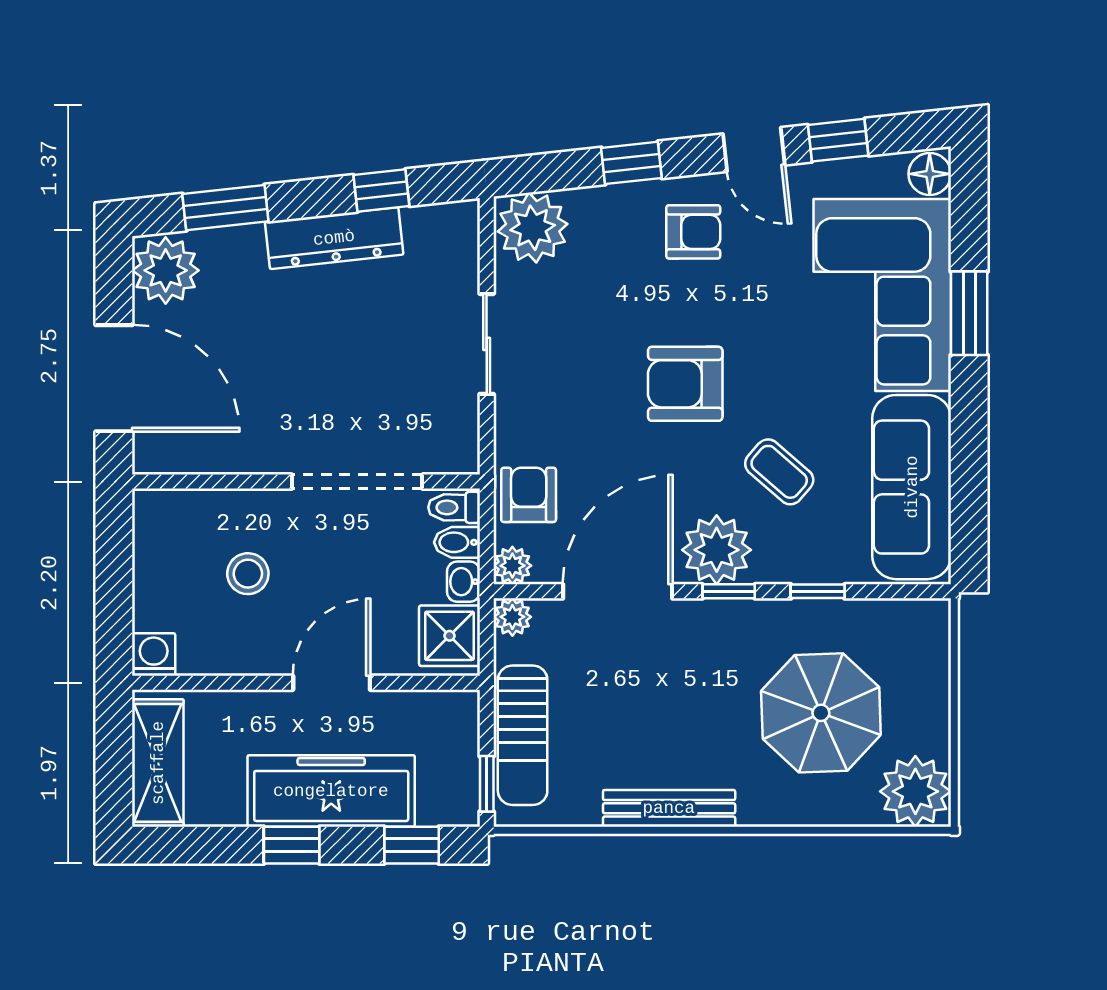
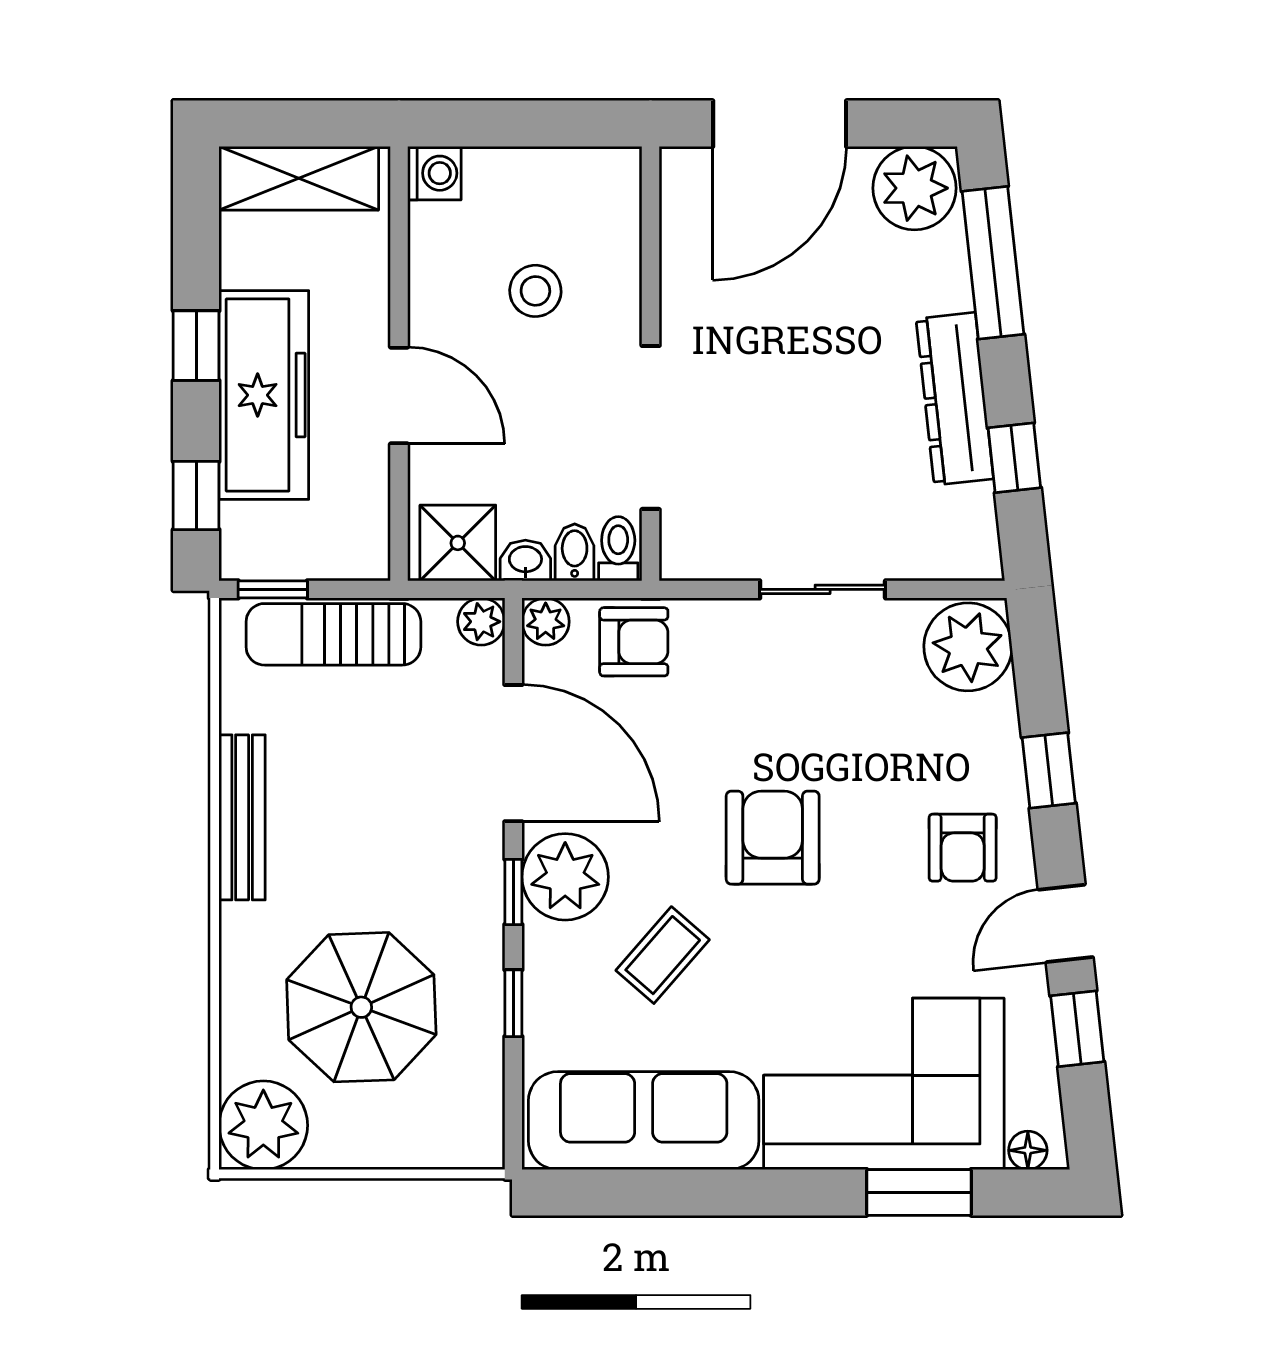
floor lamp: (930, 174) -> (1028, 1150), width x0.73, depth x0.73
window: (225, 208) -> (993, 263), width x1.44
window: (969, 313) -> (919, 1192), moved

